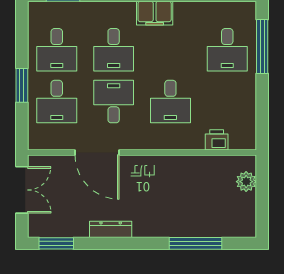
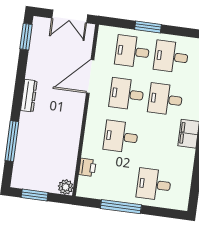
window: (262, 46) -> (121, 207), moved
desk: (114, 102) -> (127, 94), turned 180
plant: (246, 182) -> (66, 187), moved
window: (262, 204) -> (35, 195), added
dresser: (111, 229) -> (29, 96), moved

